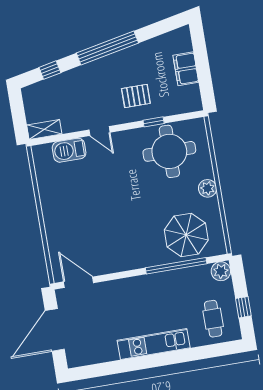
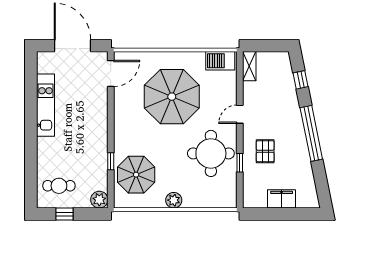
barbecue: (69, 150) -> (220, 61), moved, turned -90
round table: (169, 151) -> (211, 153), moved
parasol: (93, 210) -> (172, 97), added
window: (176, 266) -> (111, 161), width x0.32
kitchen unit: (154, 344) -> (46, 105), moved

